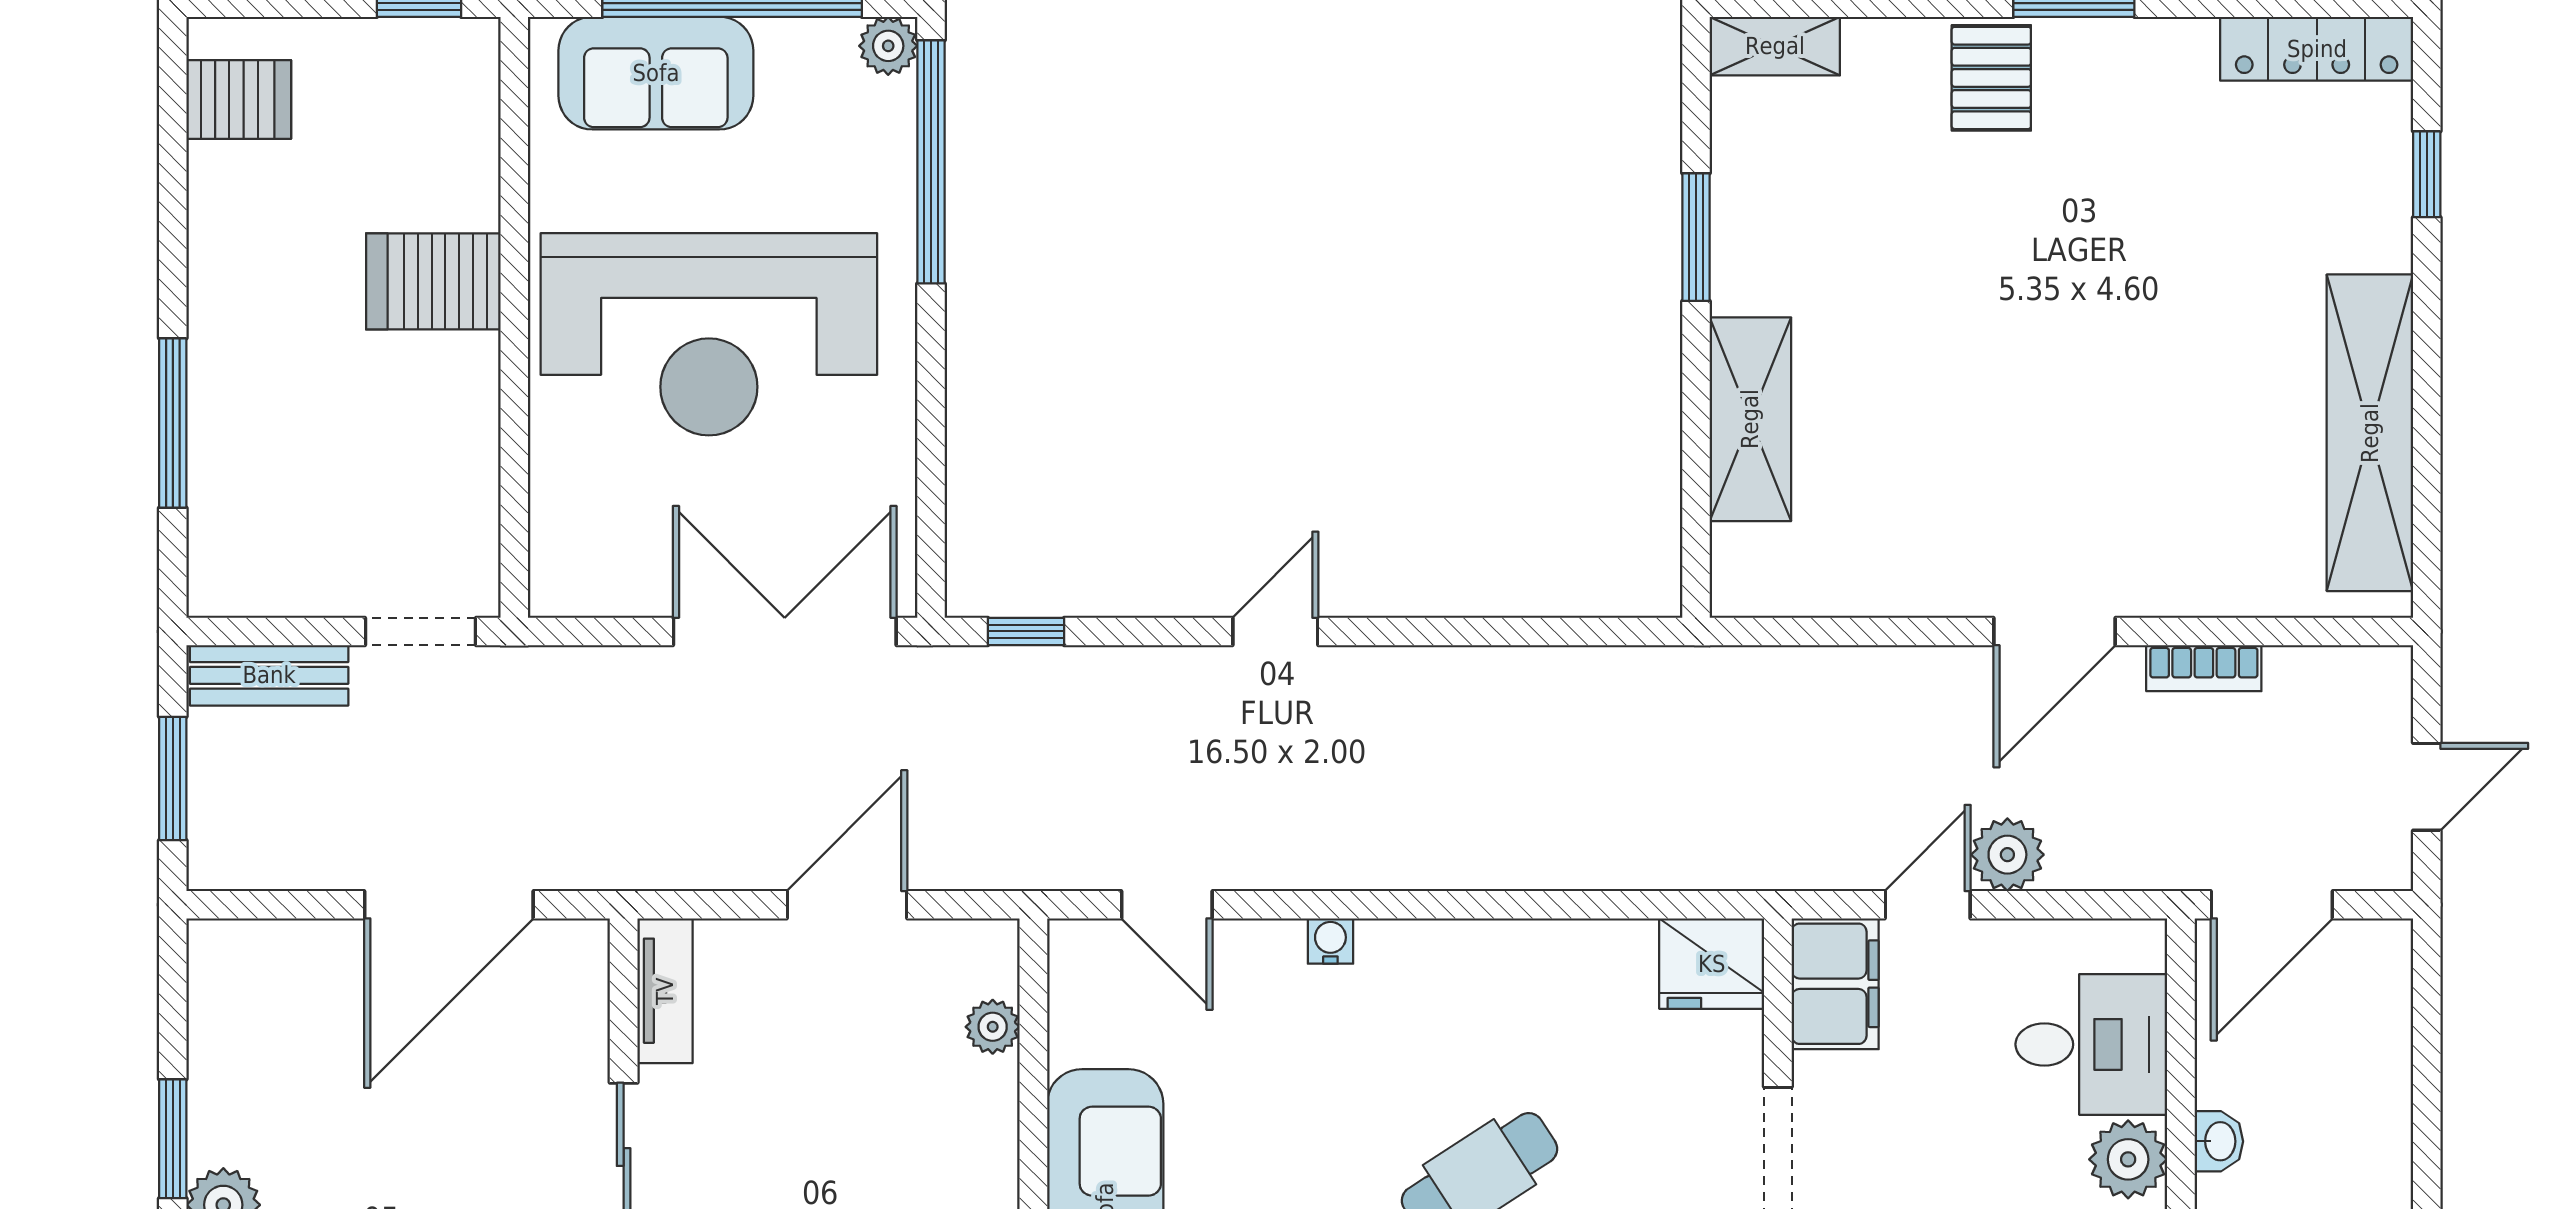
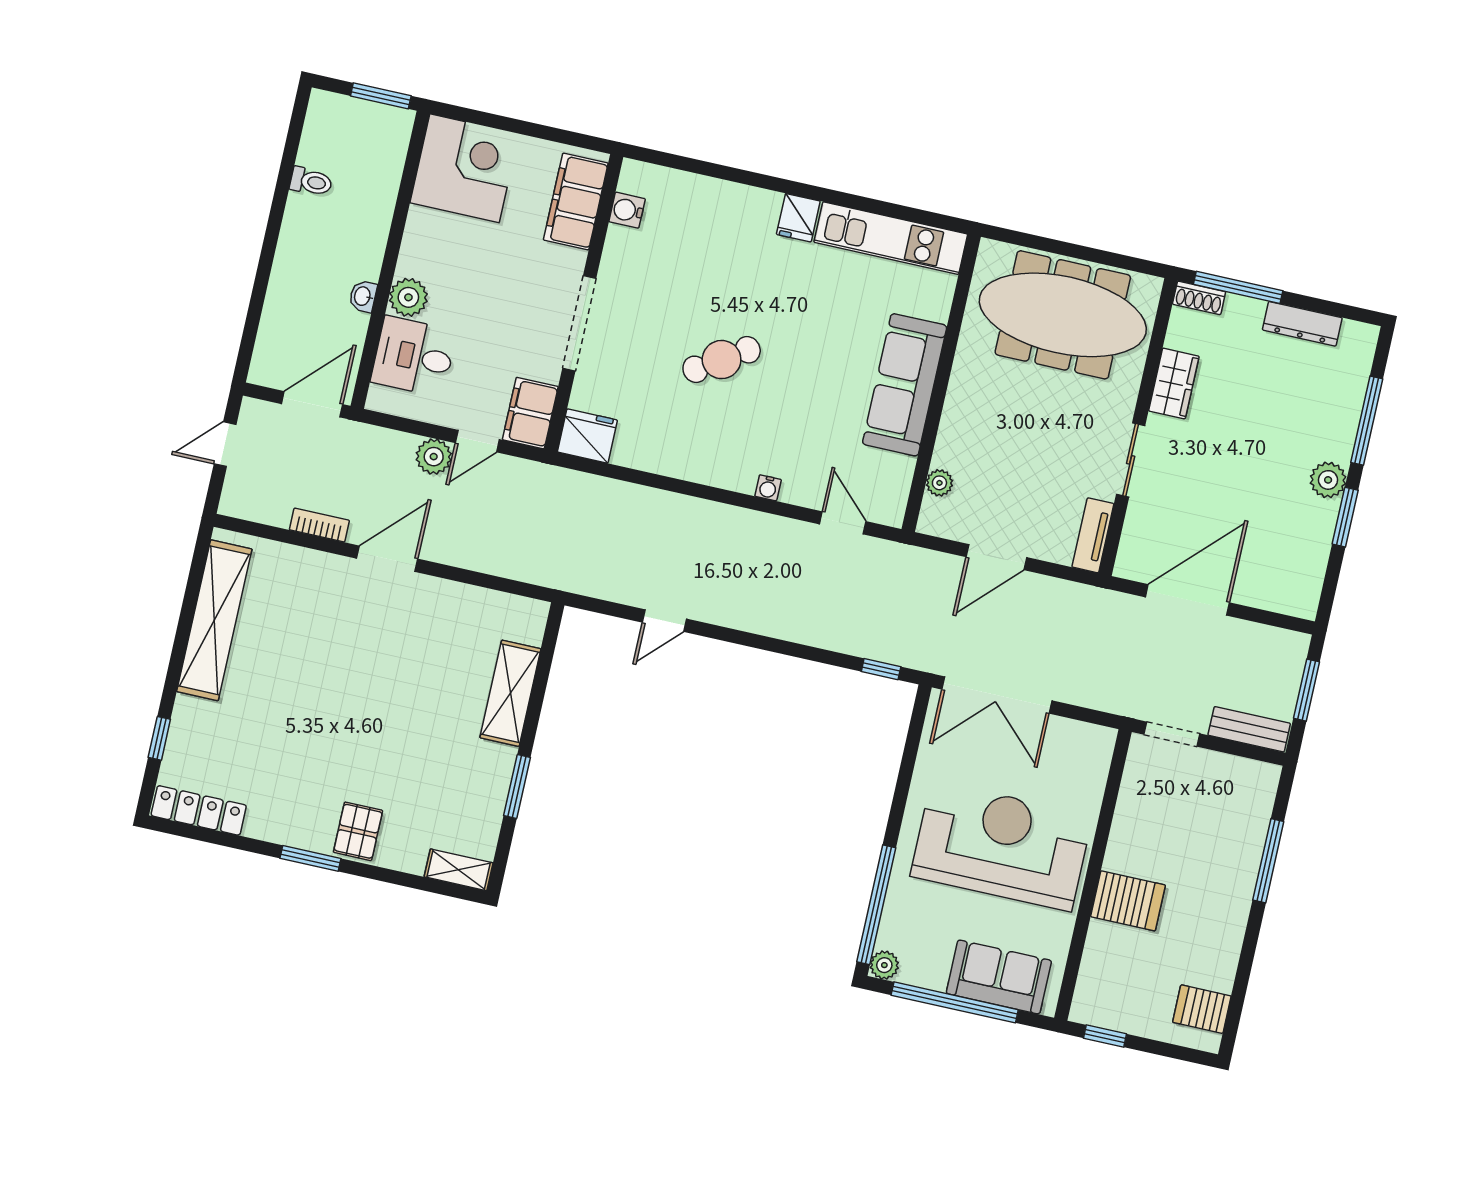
door: (1275, 631) -> (664, 621), moved

